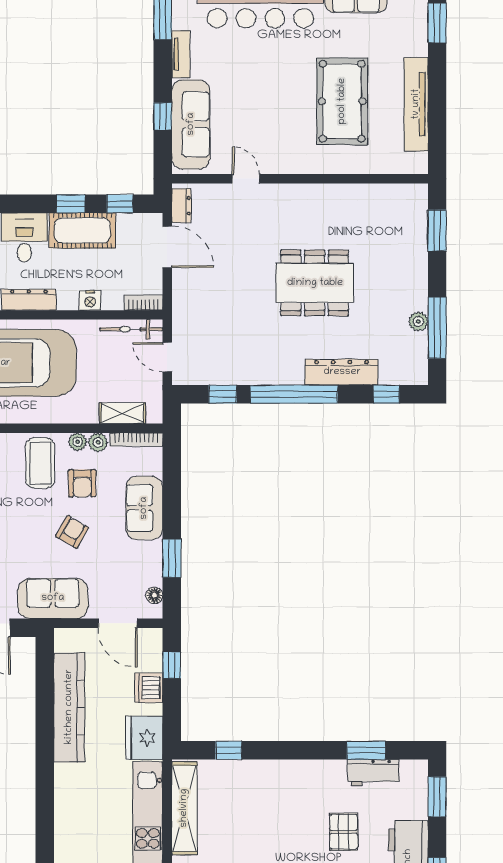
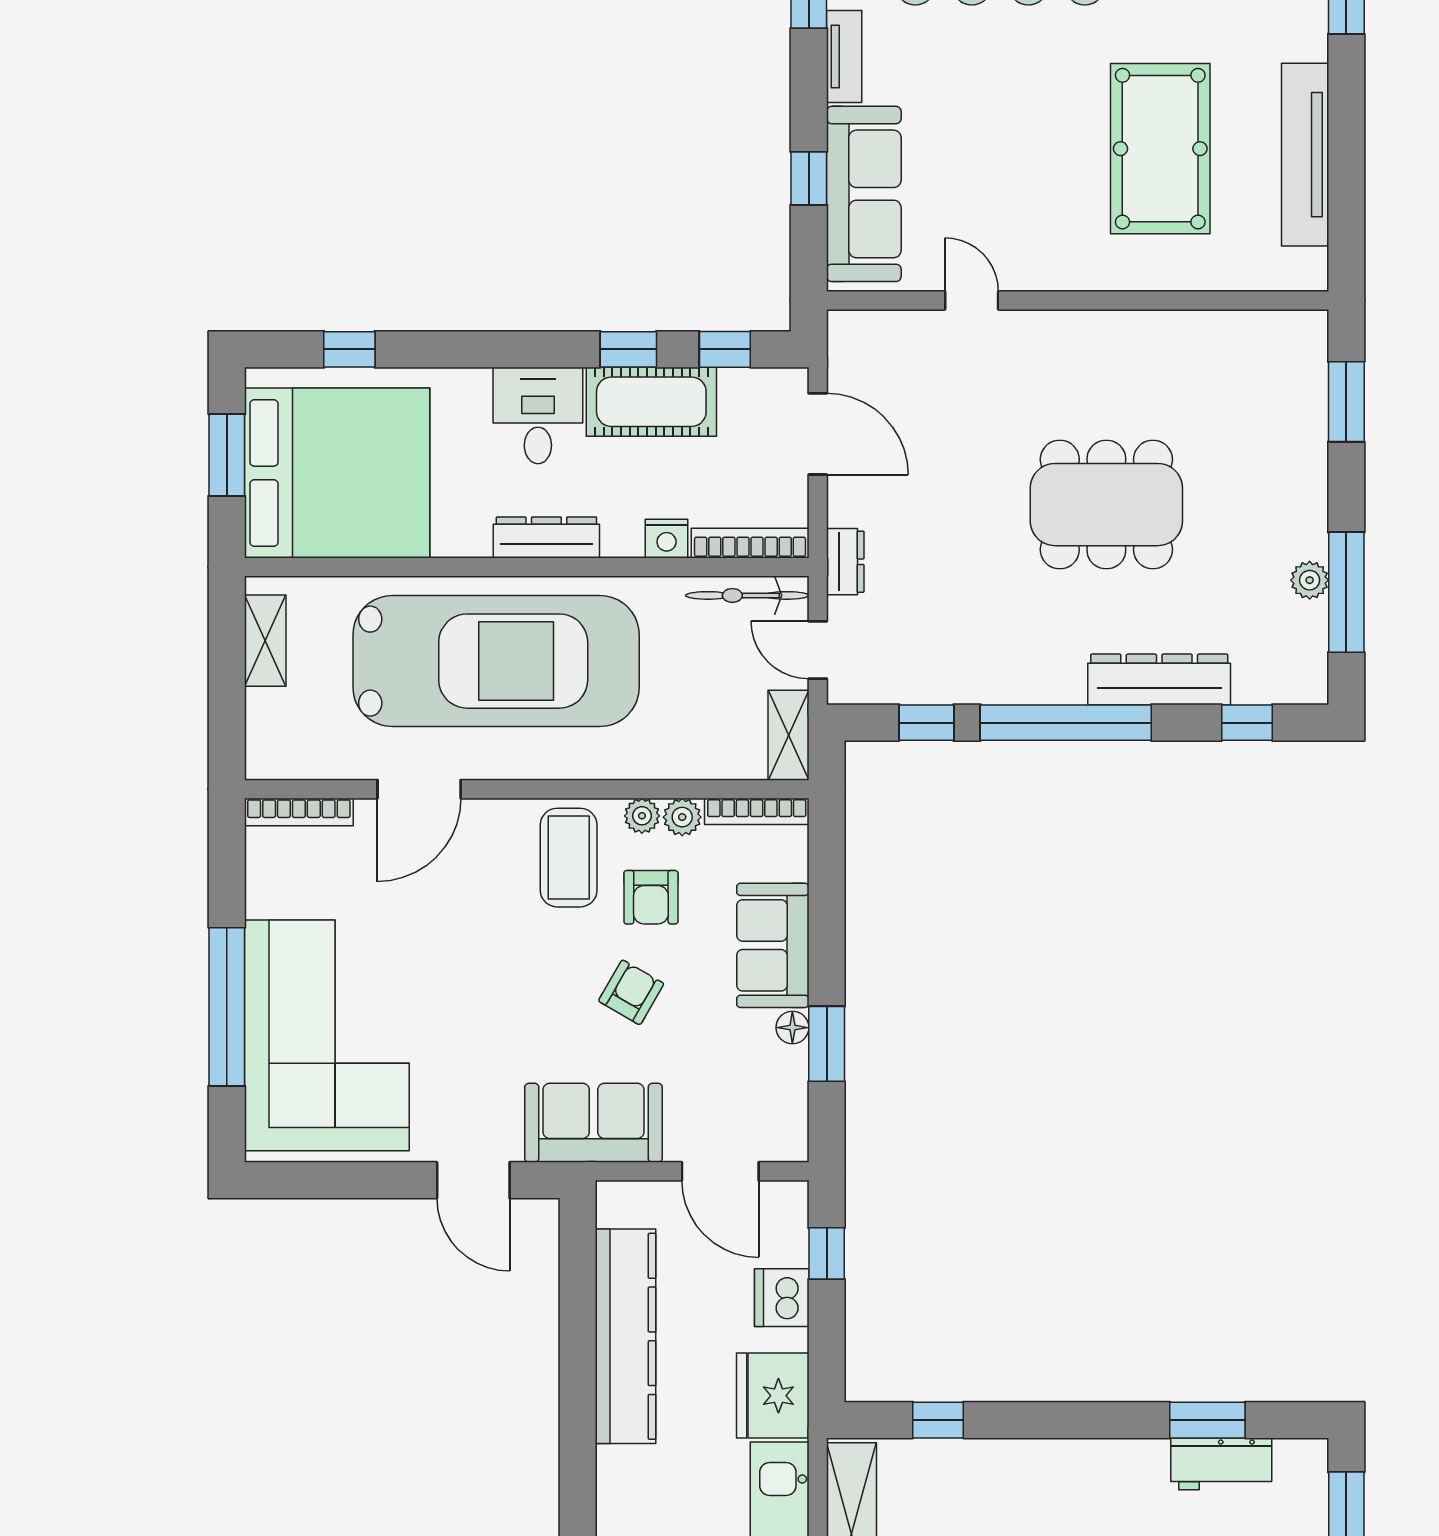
dresser: (181, 206) -> (845, 562), moved
bookcase: (144, 303) -> (750, 543), width x1.56
shelving: (122, 413) -> (788, 735), moved, turned 90
floor lamp: (154, 595) -> (792, 1028), moved

